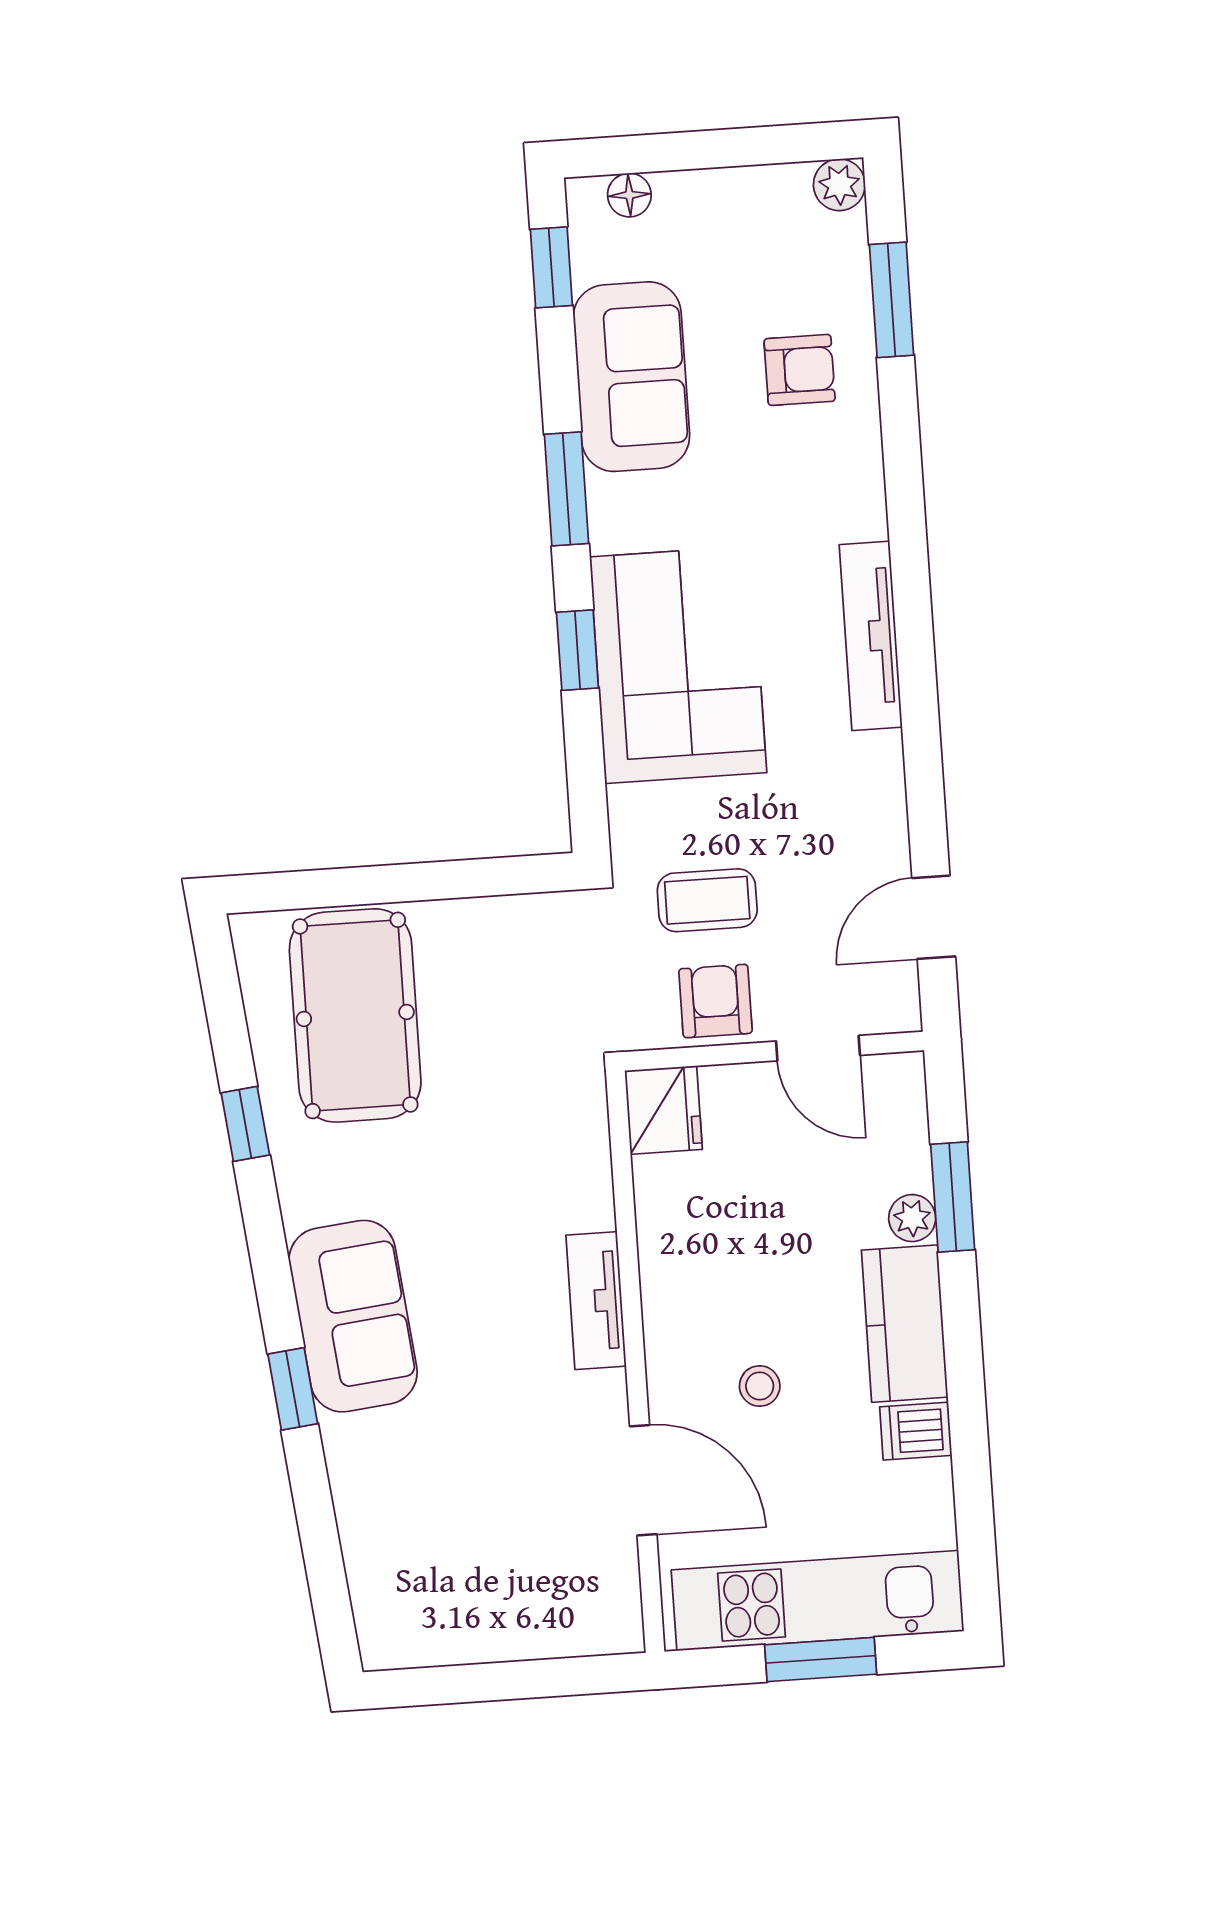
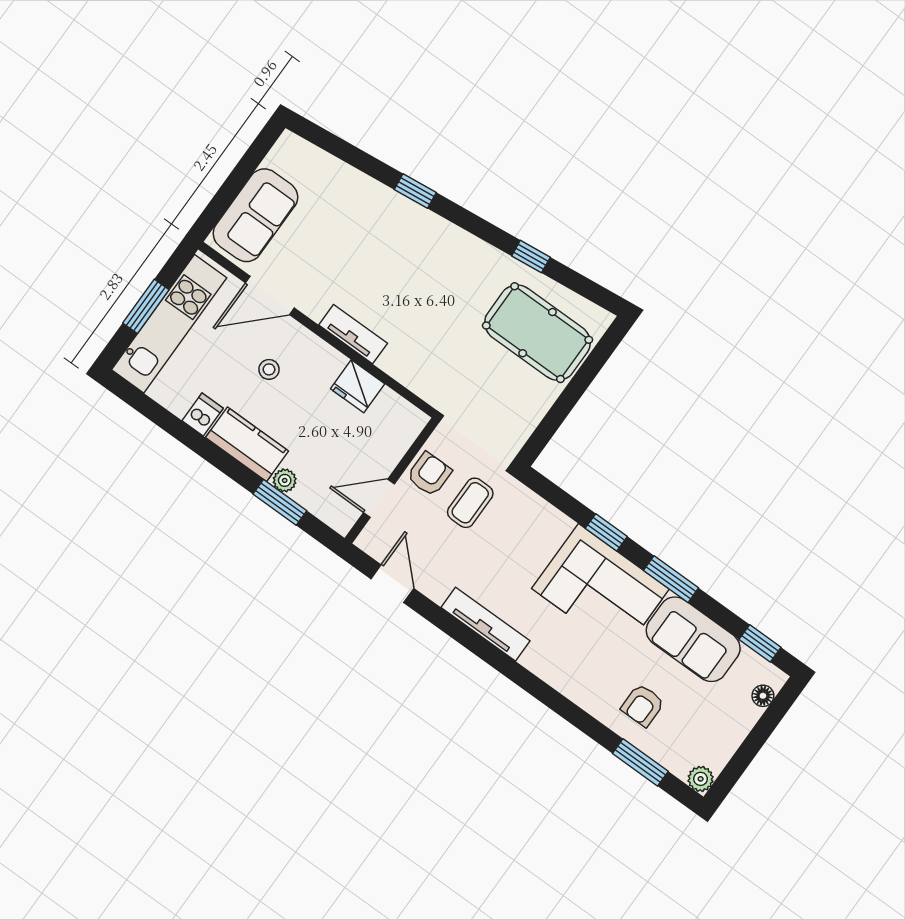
tv unit: (871, 636) -> (486, 624), moved
corner sofa: (678, 665) -> (600, 589), moved
armchair: (716, 1001) -> (429, 474), turned -90
fridge: (663, 1110) -> (358, 386), moved
sofa: (353, 1316) -> (255, 215), moved, turned -84

